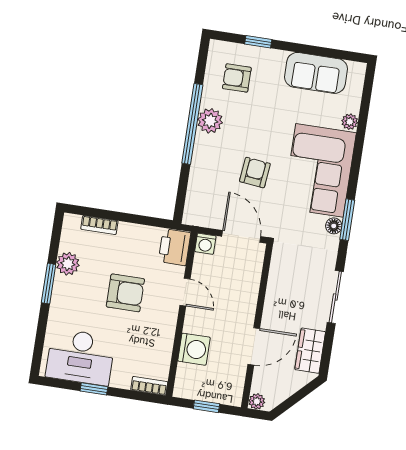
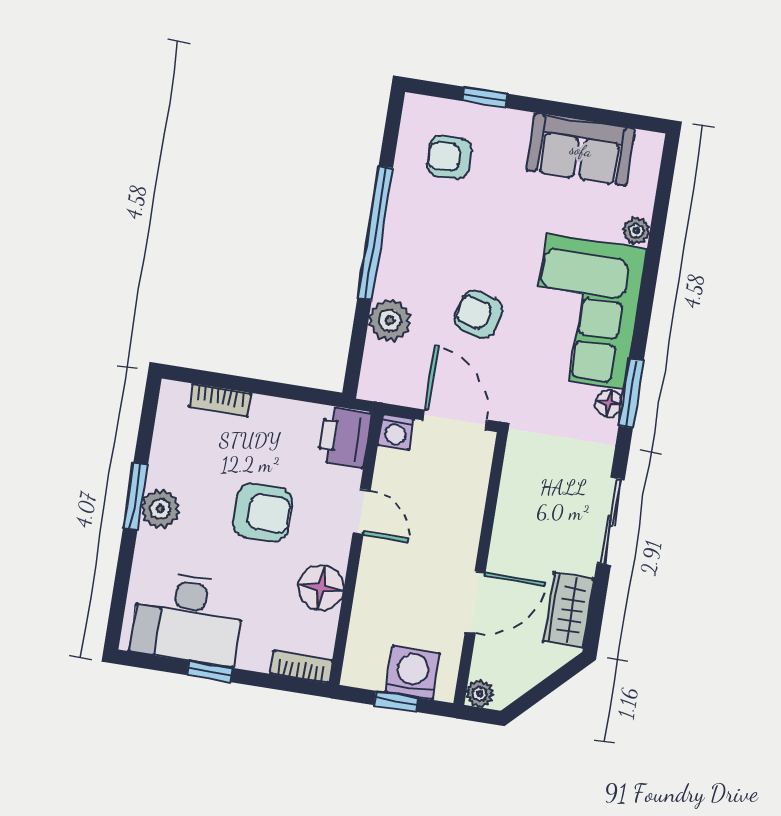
plant: (210, 121) -> (390, 320), moved
armchair: (255, 173) -> (479, 314), turned -82
plant: (68, 264) -> (160, 509), moved
floor lamp: (161, 338) -> (321, 588), added
washing machine: (194, 349) -> (413, 673), moved, turned -90

